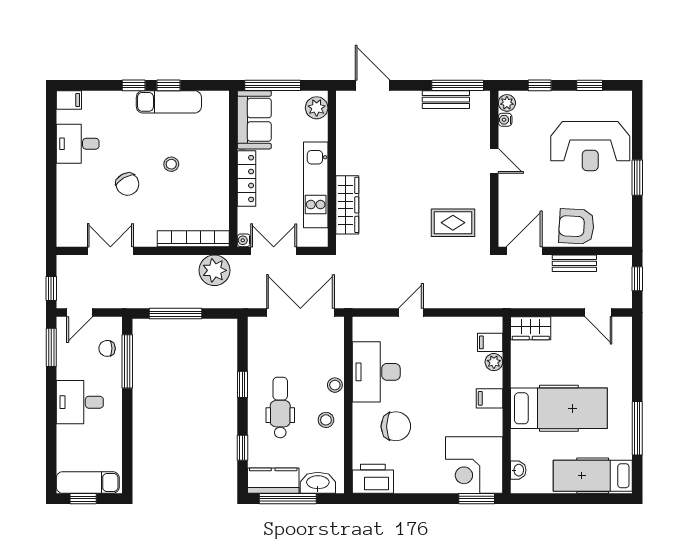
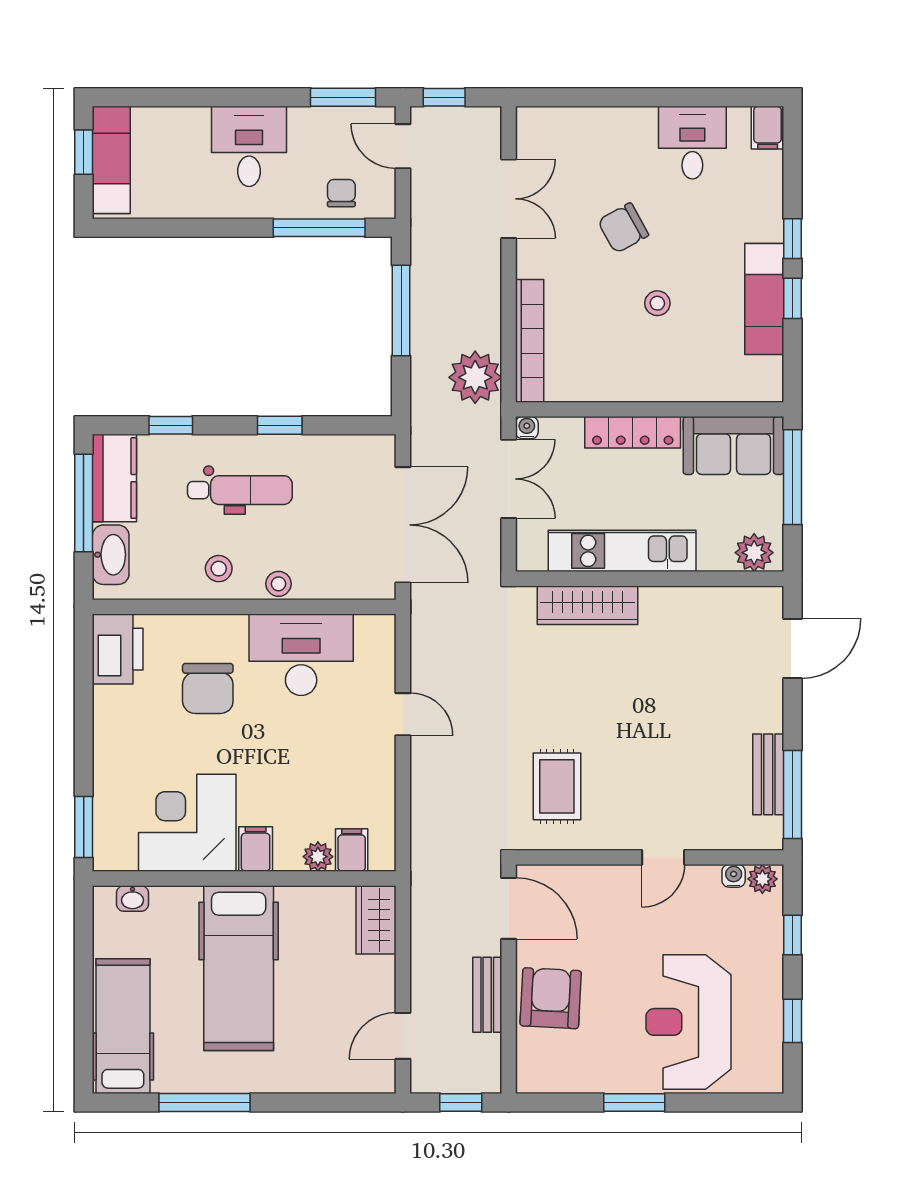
corner desk: (474, 465) -> (187, 823), moved

